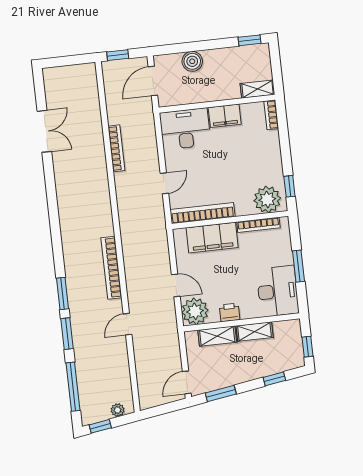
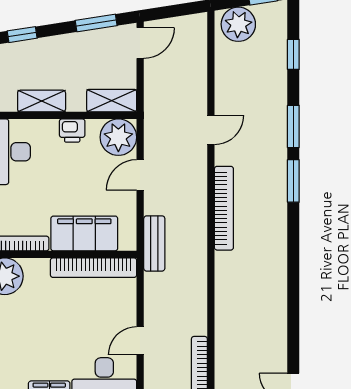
door: (164, 183) -> (140, 341), moved
bench: (160, 236) -> (154, 243), added
door: (176, 285) -> (140, 175), hinge flipped
shelving: (217, 336) -> (112, 101), moved
window: (73, 387) -> (293, 54), width x0.46
plant: (118, 410) -> (238, 24), width x1.87, depth x1.87

